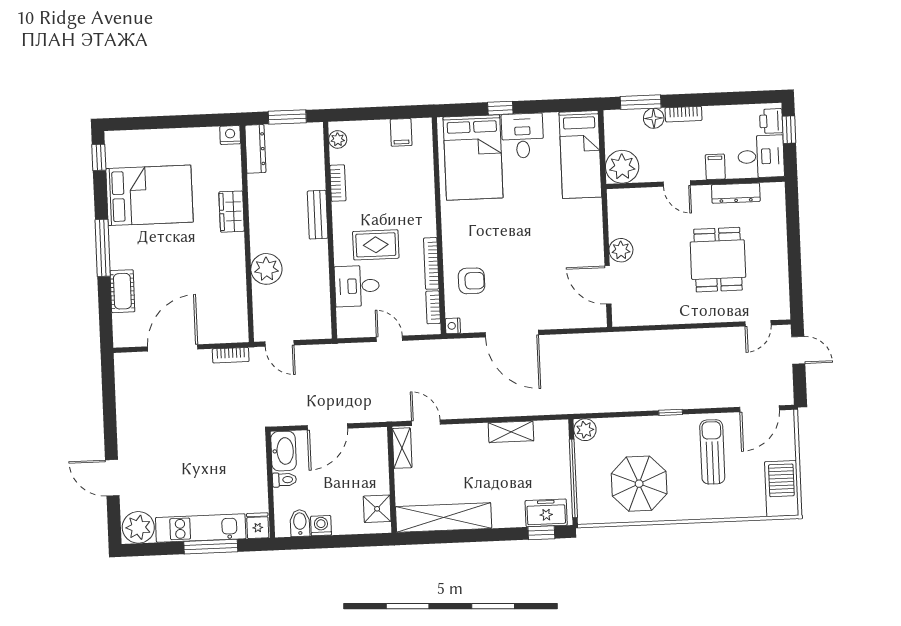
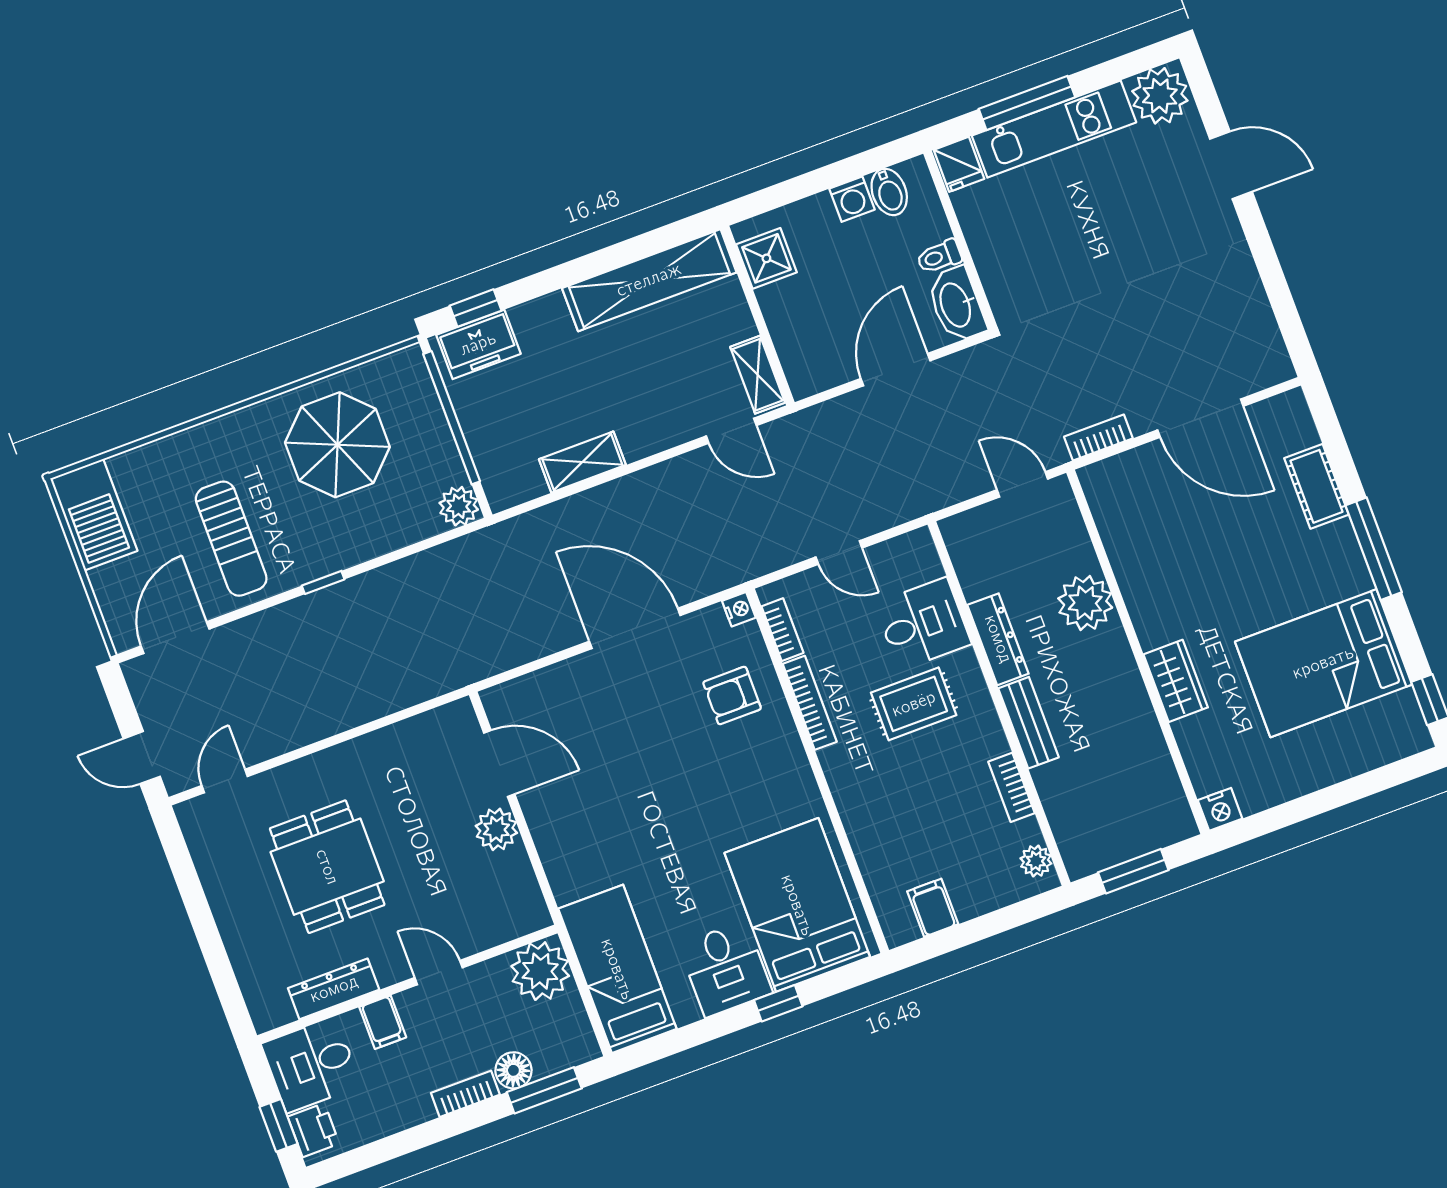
dresser: (255, 149) -> (998, 639), moved, turned 180
door: (173, 348) -> (1200, 418), hinge flipped

